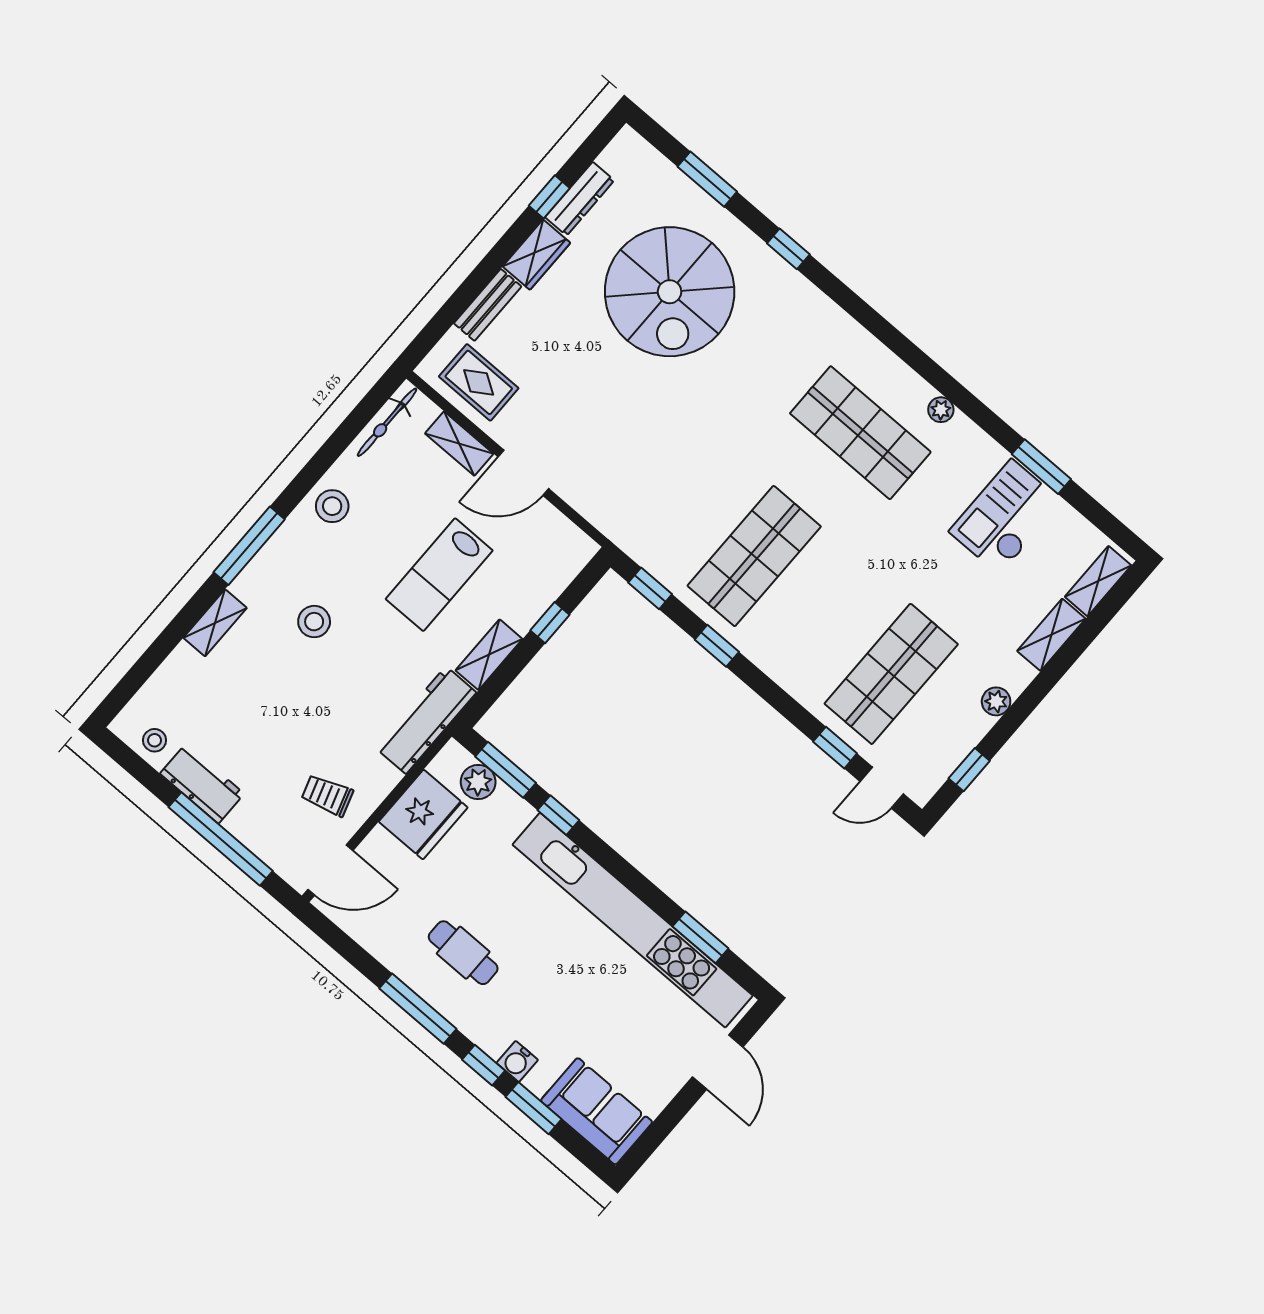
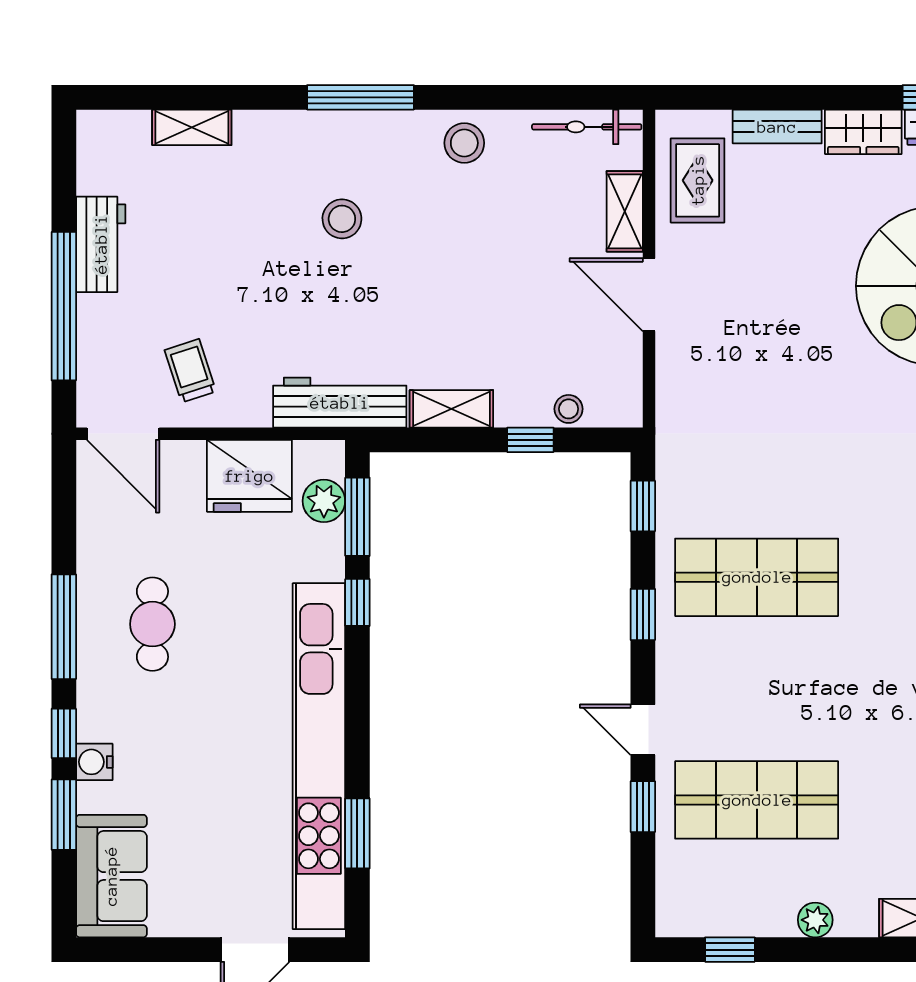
lab bench: (439, 575) -> (486, 298), removed
shelving: (215, 623) -> (192, 127), moved
stool: (155, 740) -> (569, 409), moved
door: (882, 788) -> (643, 730), moved

